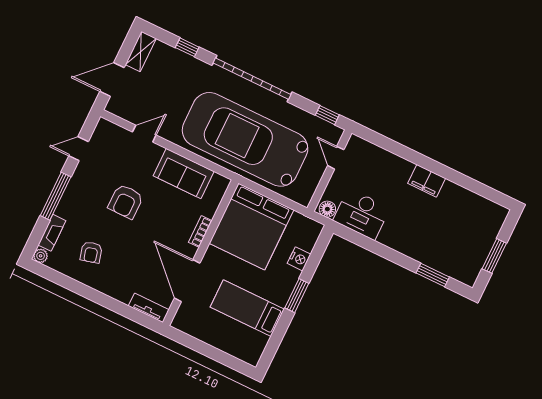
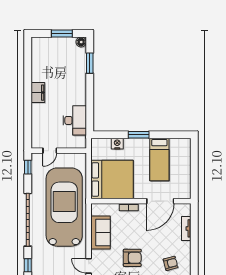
car: (245, 139) -> (64, 207), turned 180
floor lamp: (327, 209) -> (81, 42), moved
tv unit: (149, 308) -> (186, 228), moved

